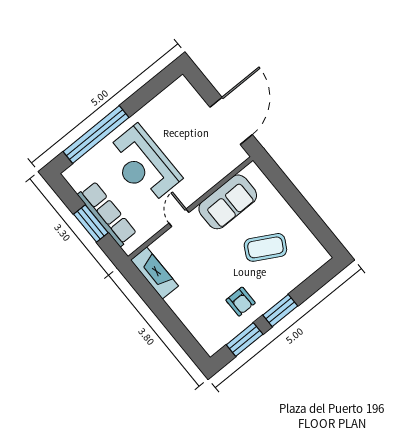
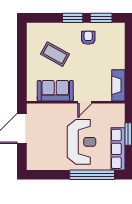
row of seats: (107, 214) -> (118, 149), moved

